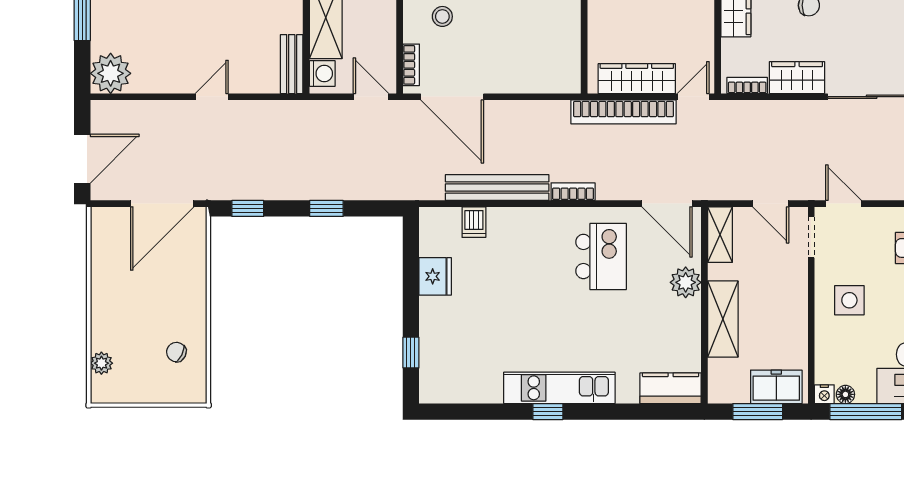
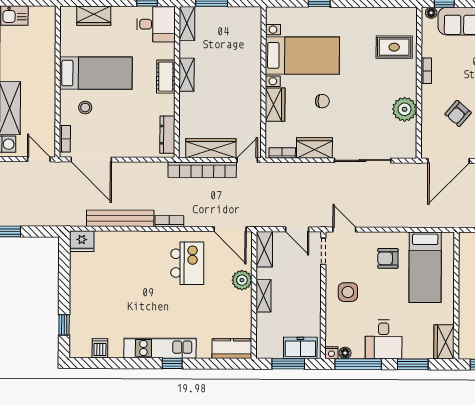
dresser: (570, 58) -> (167, 135), added
dishwasher: (474, 222) -> (100, 348), moved, turned 180
fridge: (435, 276) -> (82, 241), moved, turned 90
shelving: (723, 319) -> (263, 296), width x0.67, depth x0.75
window: (548, 412) -> (172, 363), moved

